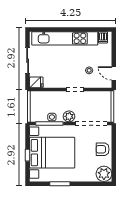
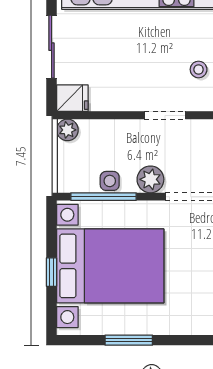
plant: (34, 96) -> (67, 130), added

